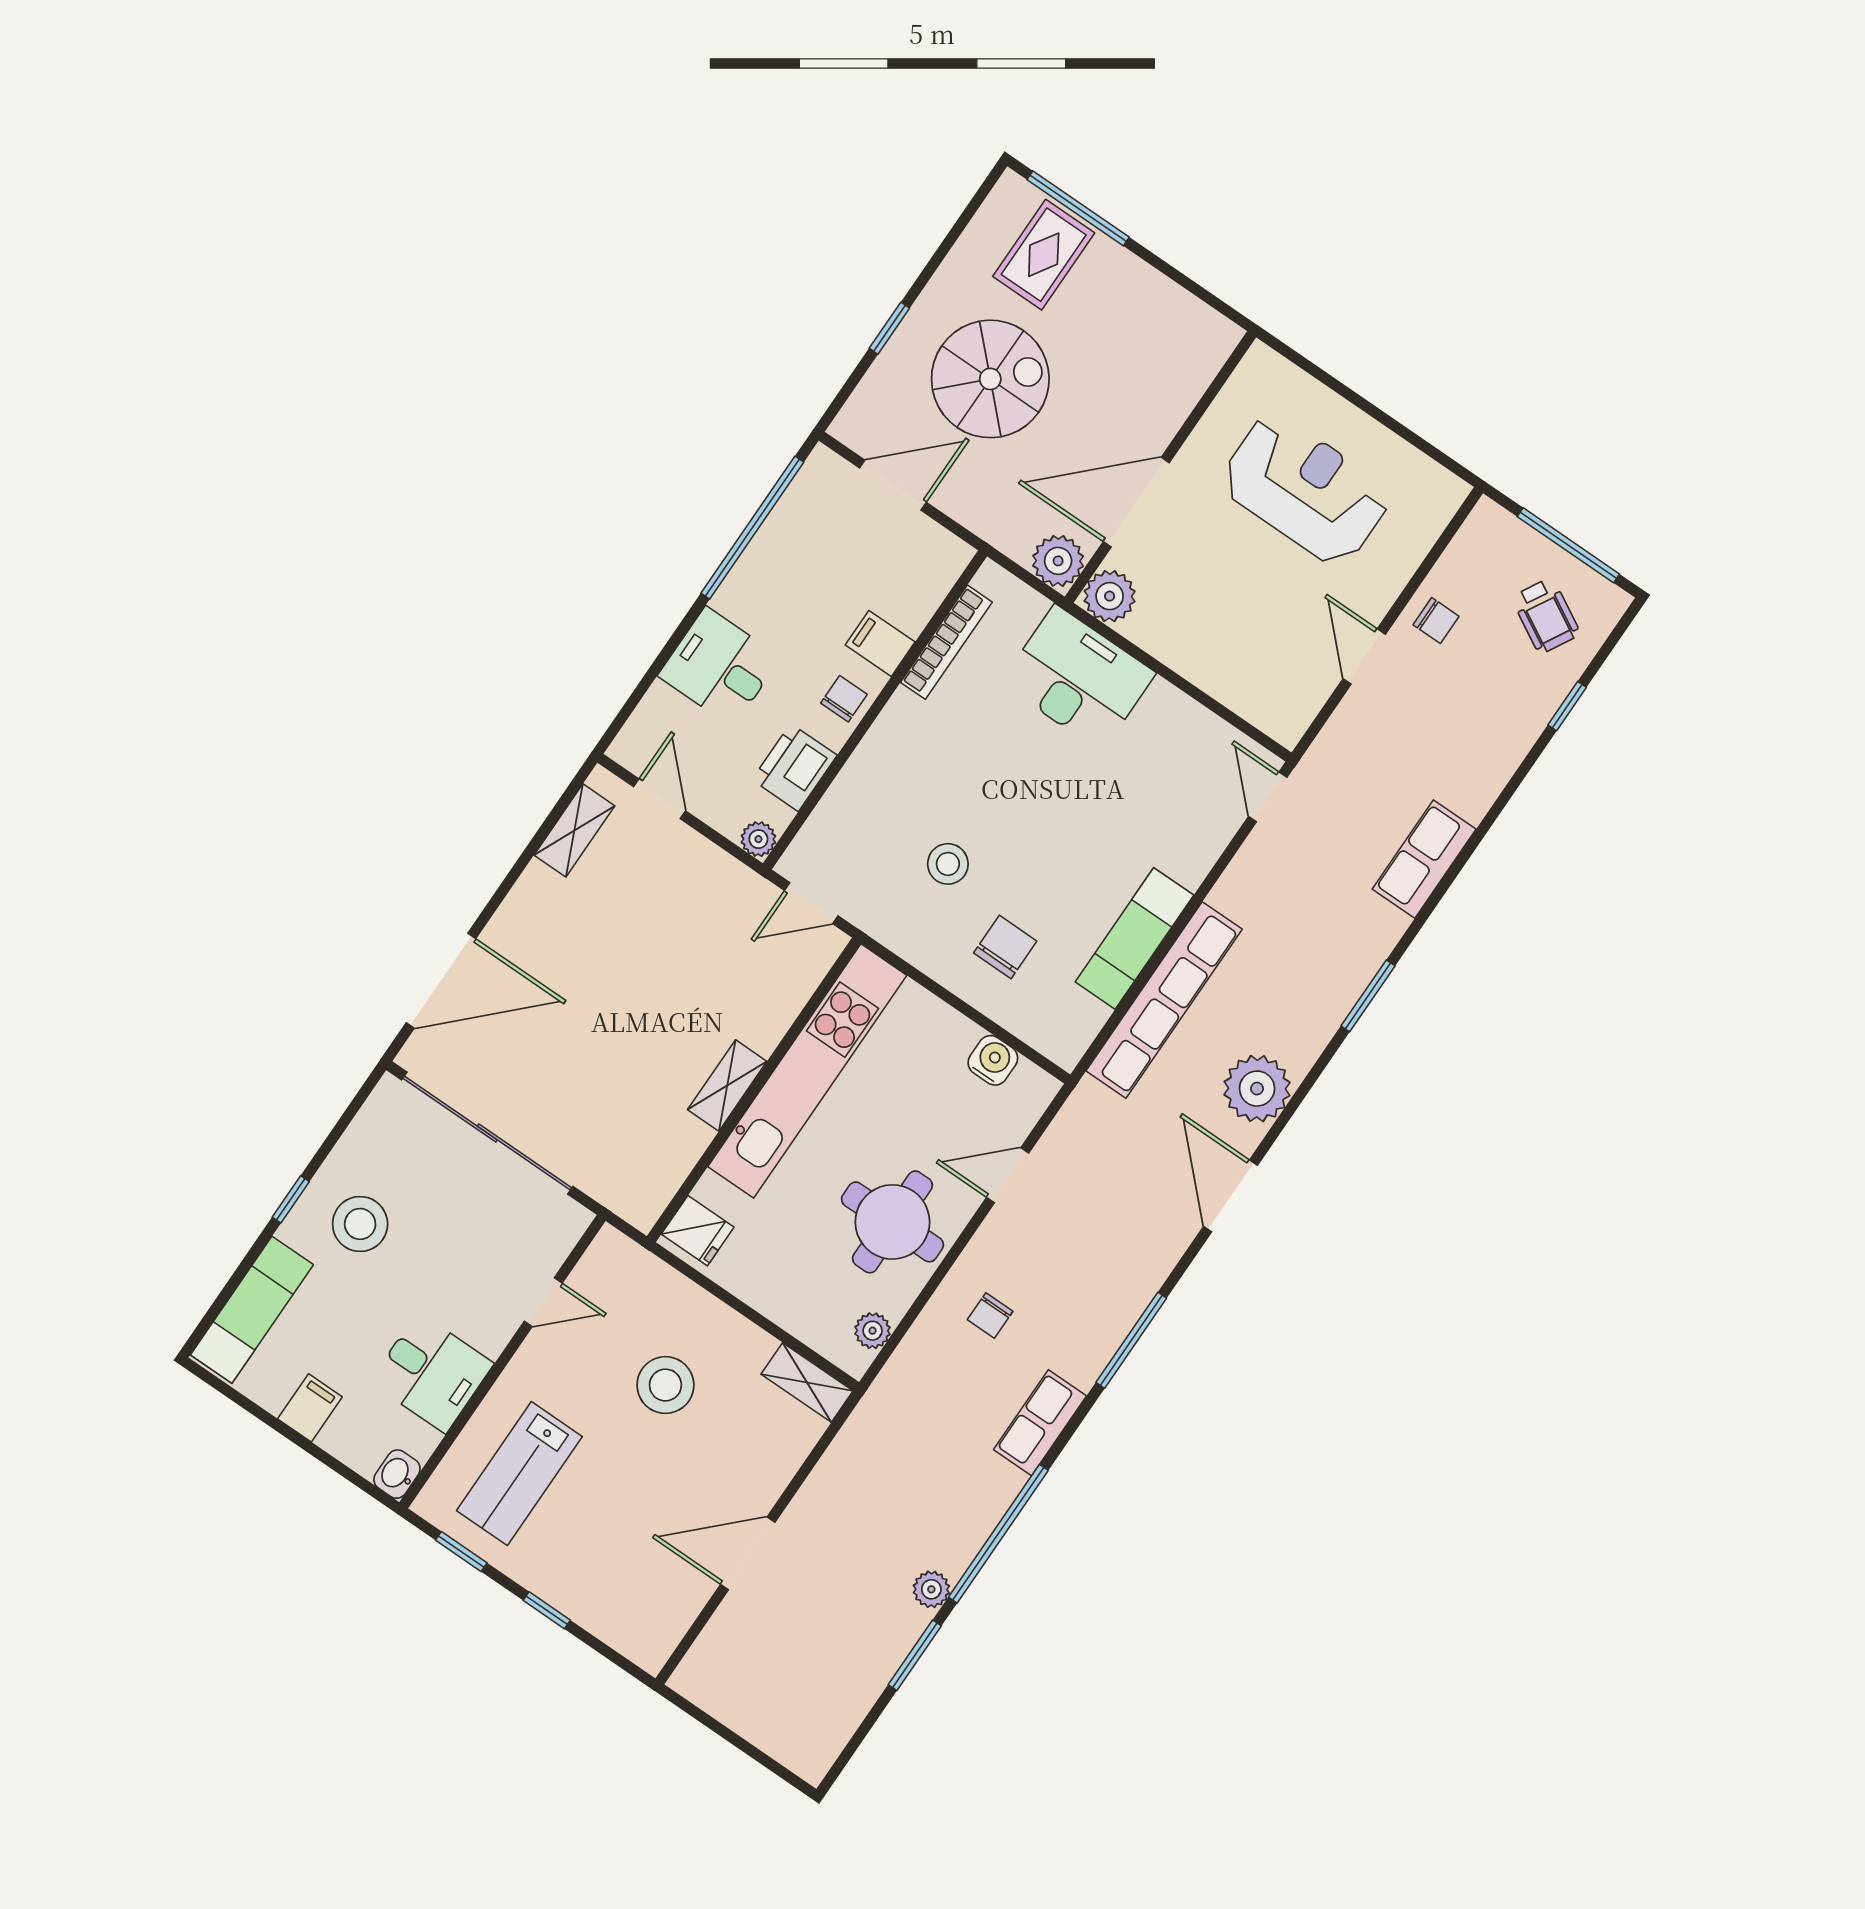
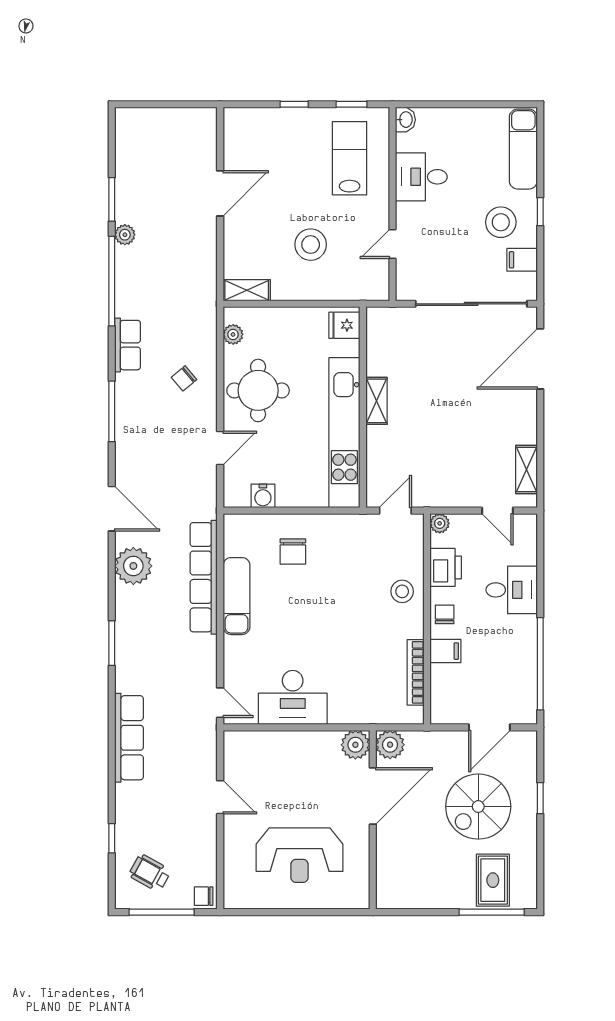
chair: (1436, 621) -> (204, 896), moved
desk: (1078, 678) -> (293, 697), moved
chair: (844, 699) -> (445, 614), turned 180
row of seats: (1424, 859) -> (129, 738), width x1.48
stool: (948, 864) -> (402, 591), moved
chair: (990, 1315) -> (184, 378), turned -130
filing cabinet: (310, 1408) -> (522, 260), moved, turned 90

